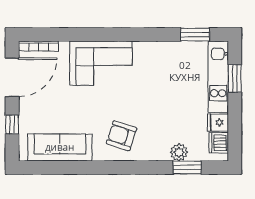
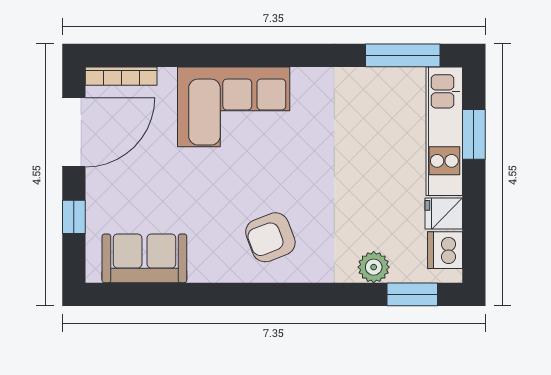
window: (195, 35) -> (403, 55), width x1.44
armchair: (121, 136) -> (270, 237), turned -39
sofa: (60, 147) -> (144, 258), width x0.73
window: (187, 167) -> (412, 294), moved

